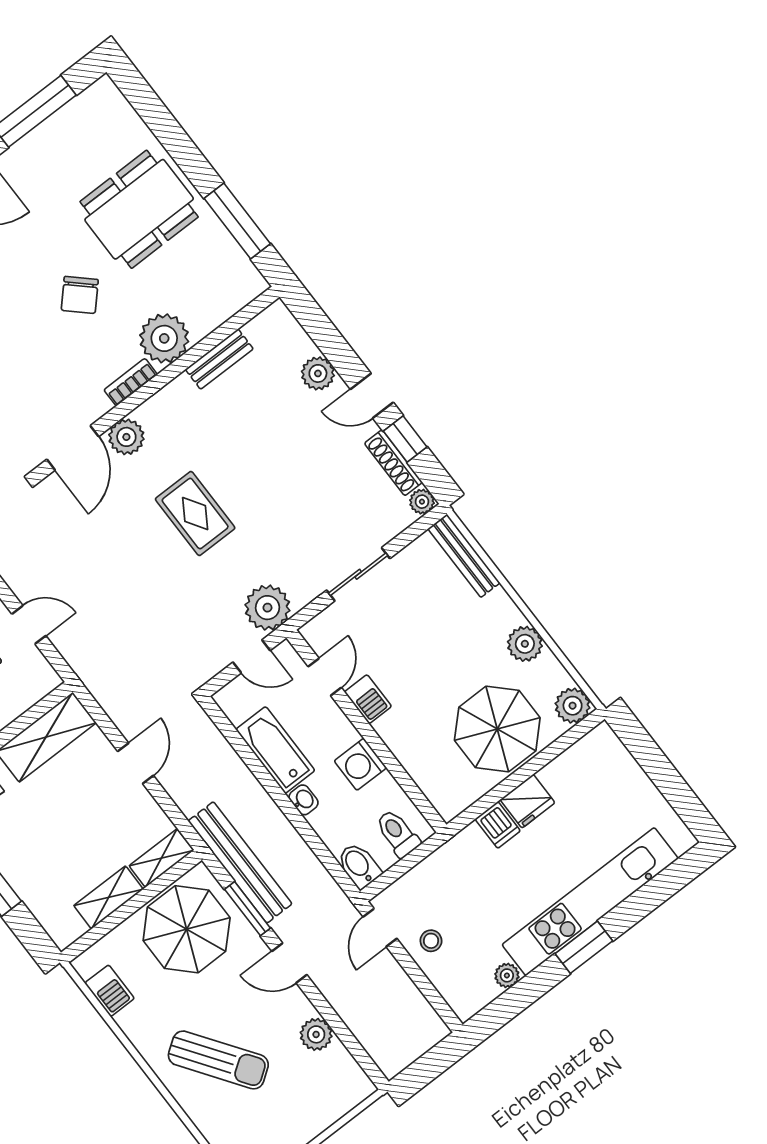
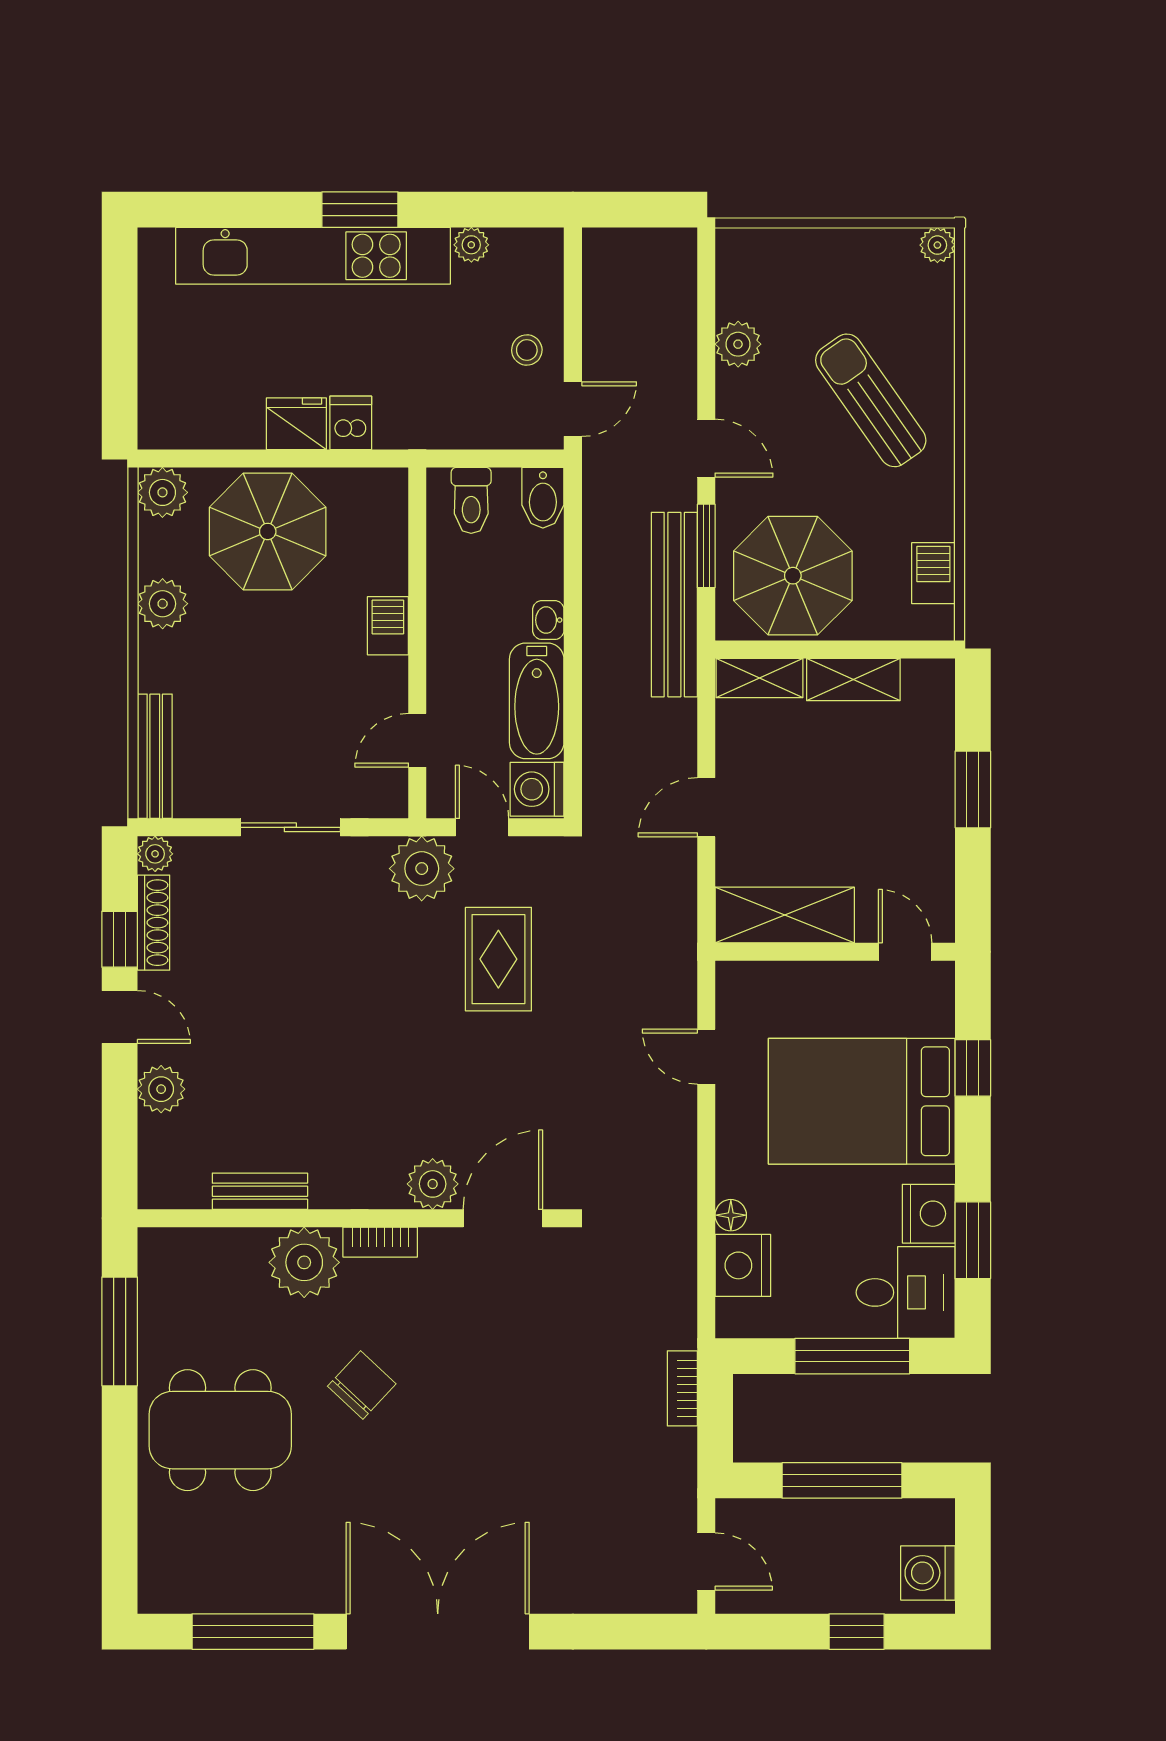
rug: (195, 514) -> (498, 959), moved
barbecue: (368, 699) -> (388, 626), moved
washing machine: (360, 764) -> (537, 789), moved, turned 180

